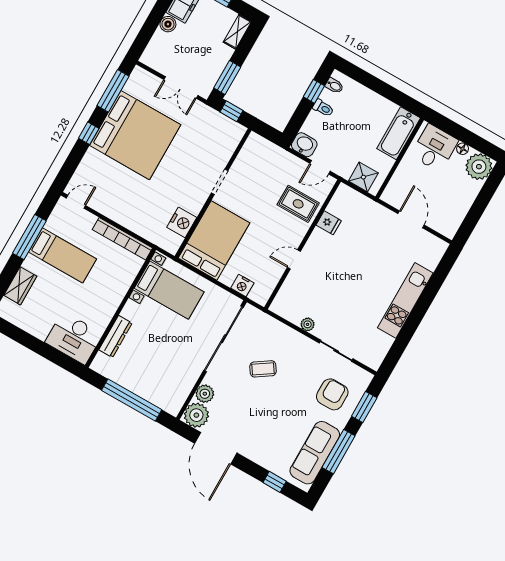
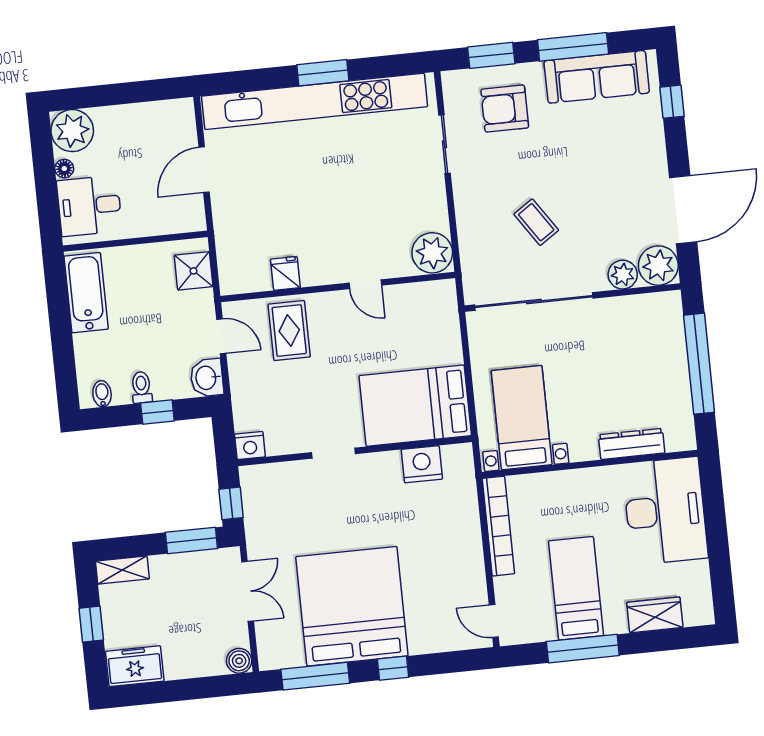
boiler: (168, 24) -> (239, 661), moved
window: (314, 91) -> (157, 412), moved
bathtub: (399, 133) -> (86, 293), moved, turned -90
nightstand: (242, 285) -> (250, 446), moved, turned 90
kitchen unit: (405, 300) -> (315, 101), width x1.86
window: (417, 315) -> (323, 73), added
plant: (308, 324) -> (432, 253), moved, width x1.87, depth x1.87
desk: (74, 338) -> (665, 511), width x1.36, depth x1.30

